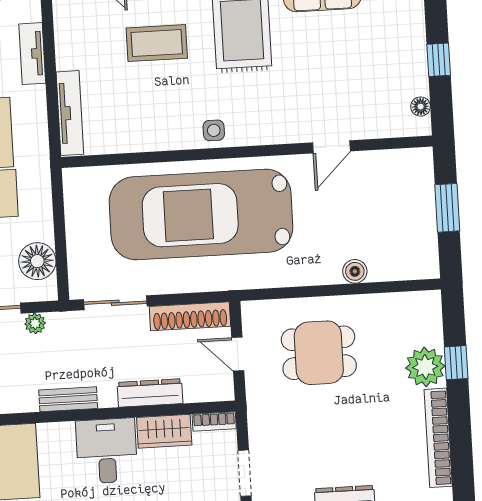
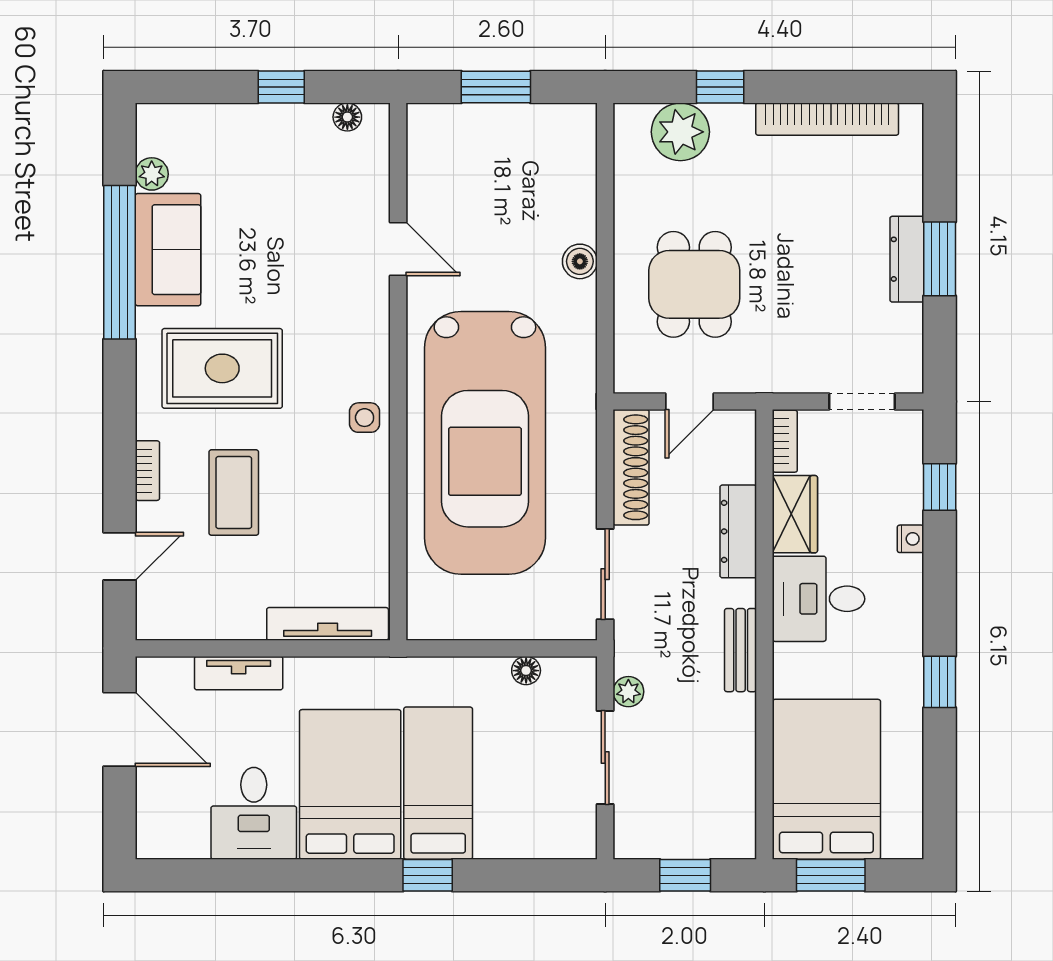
floor lamp: (37, 261) -> (526, 671), width x0.53, depth x0.53
boiler: (355, 271) -> (580, 261), moved
plant: (425, 367) -> (680, 132), moved

